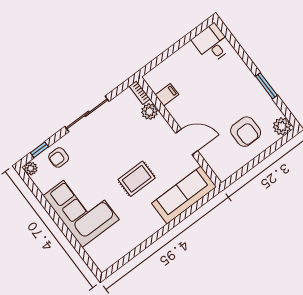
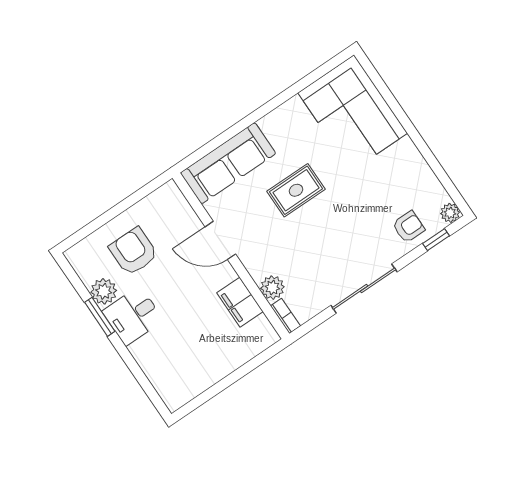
desk: (212, 44) -> (133, 316), moved, turned 90
filing cabinet: (167, 95) -> (240, 302), width x2.00
plant: (282, 126) -> (104, 291), moved
corner sofa: (81, 208) -> (353, 113), moved

